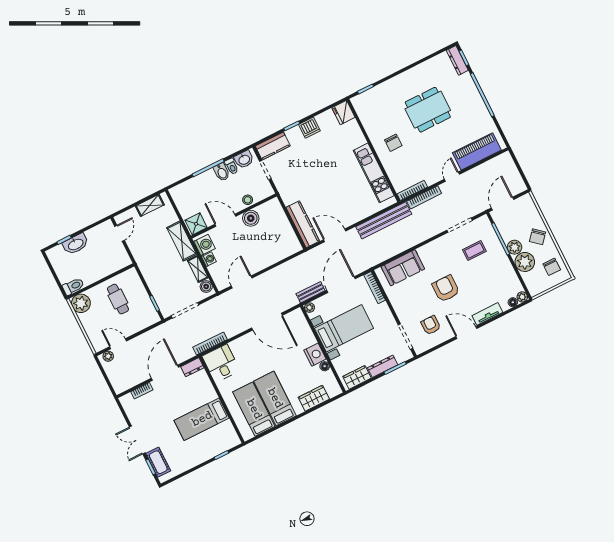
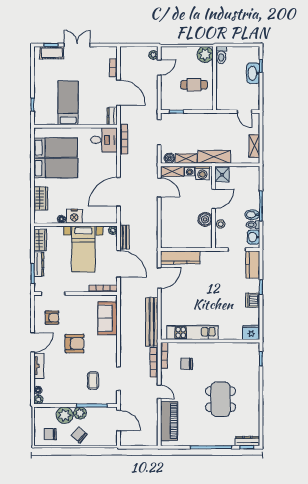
chair: (393, 143) -> (187, 364), moved
shelving: (218, 277) -> (172, 171), added

